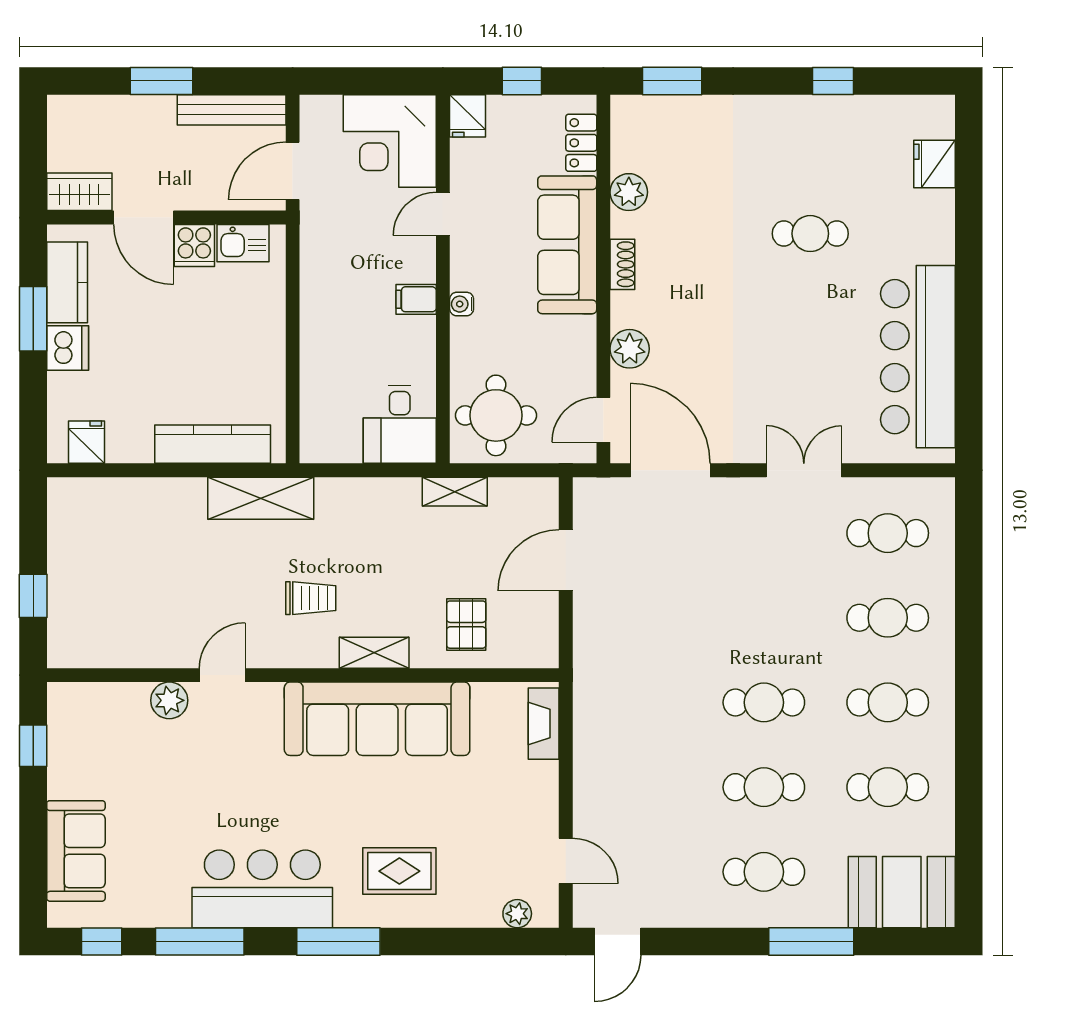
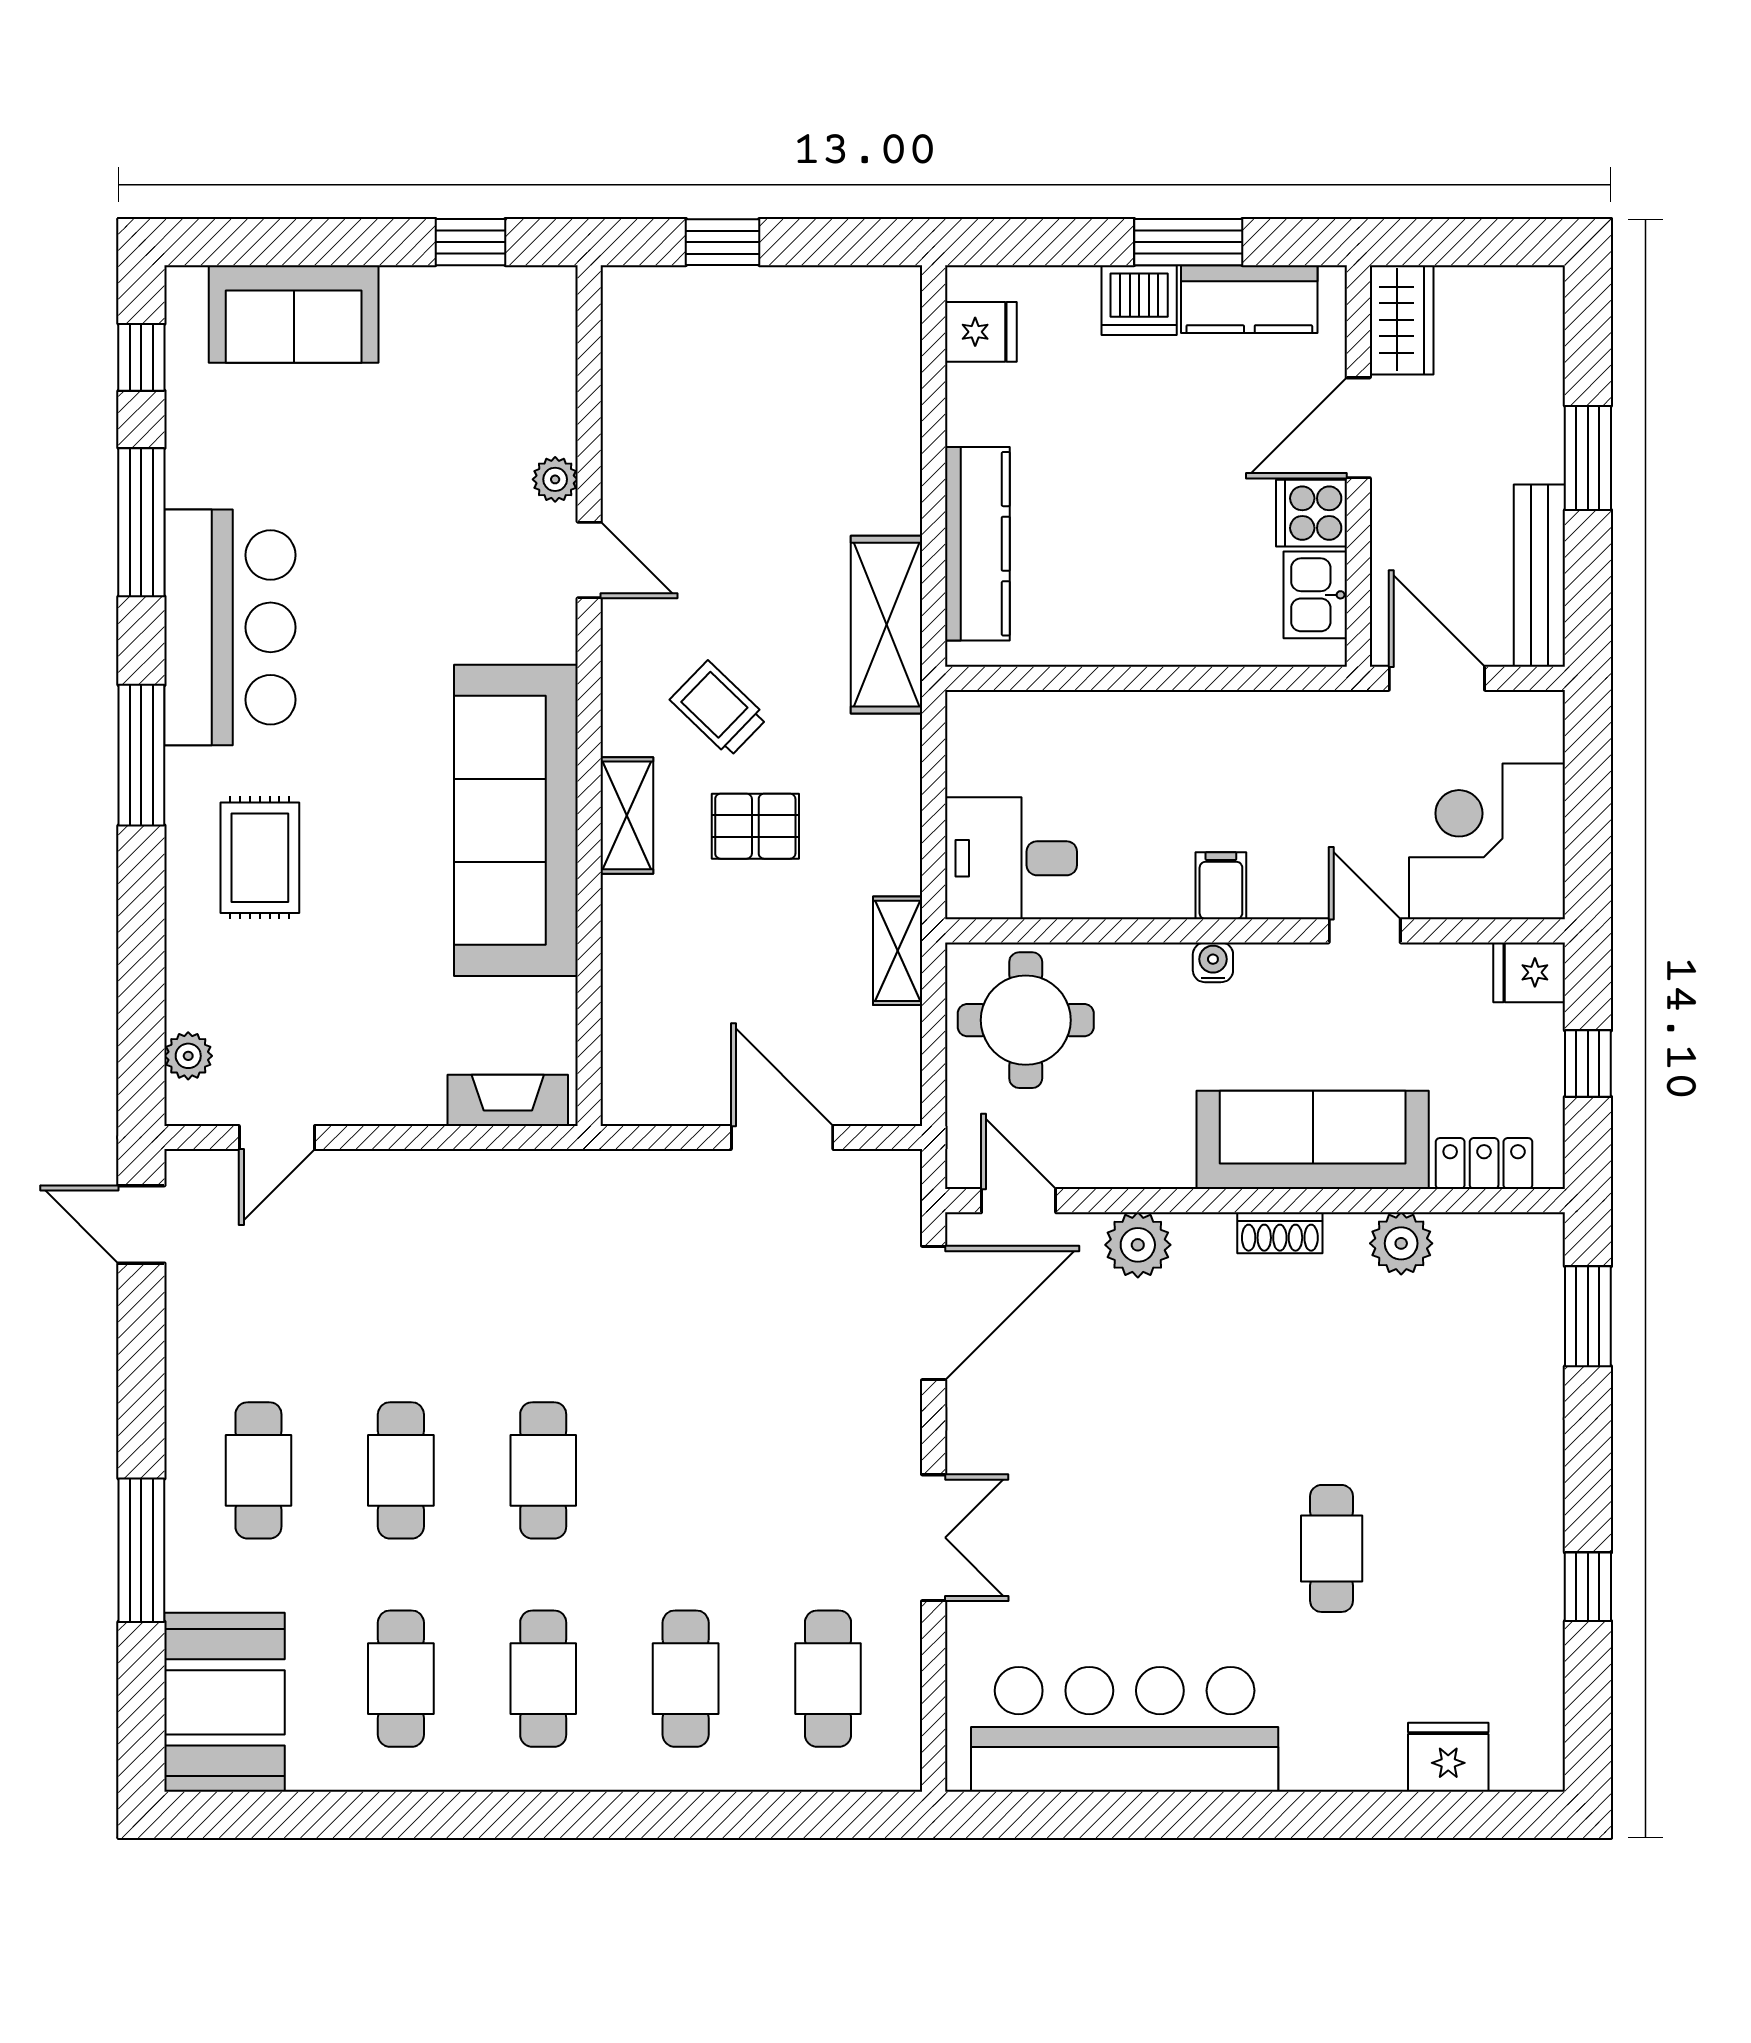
trolley: (311, 598) -> (719, 709), turned 134
pallet: (466, 625) -> (755, 826), moved
plant: (169, 700) -> (555, 479), width x0.73, depth x0.73

